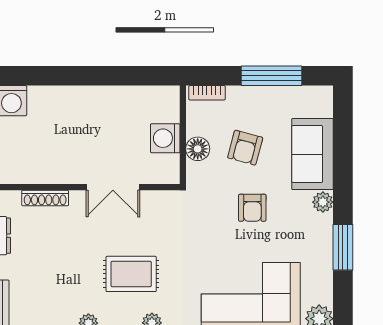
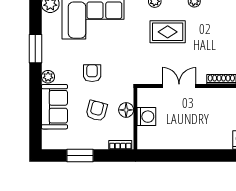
window: (271, 76) -> (80, 156), width x0.69

